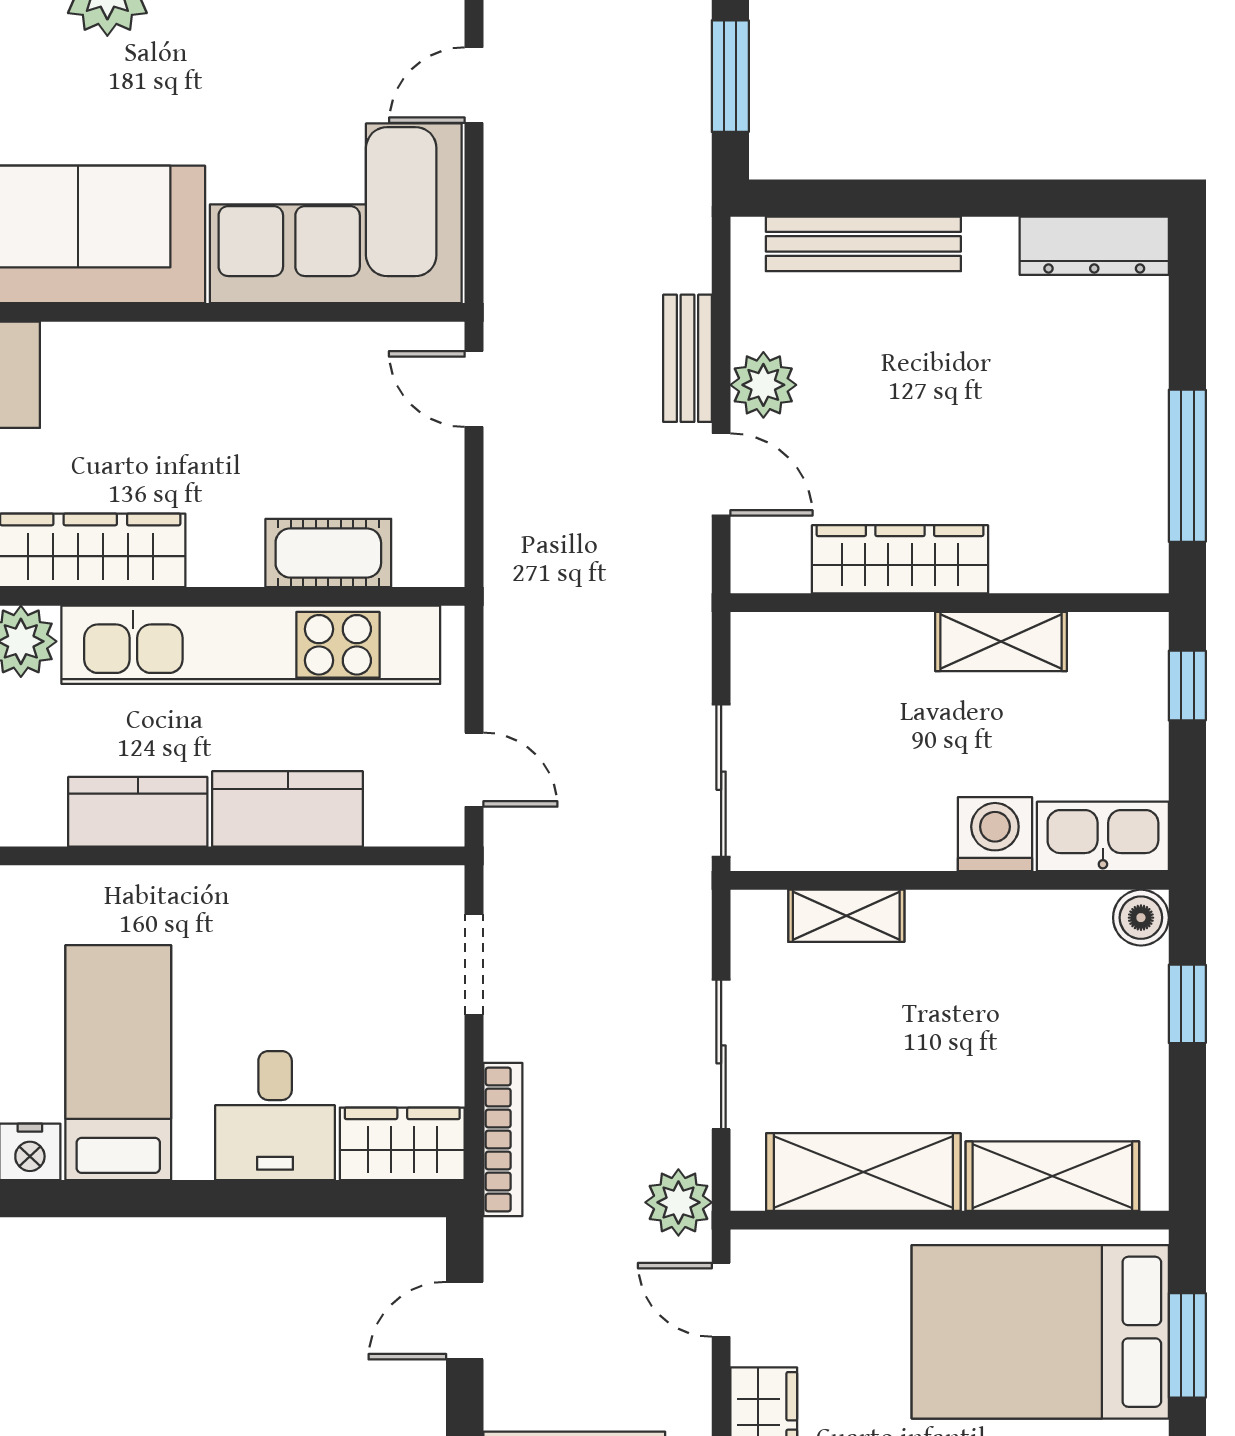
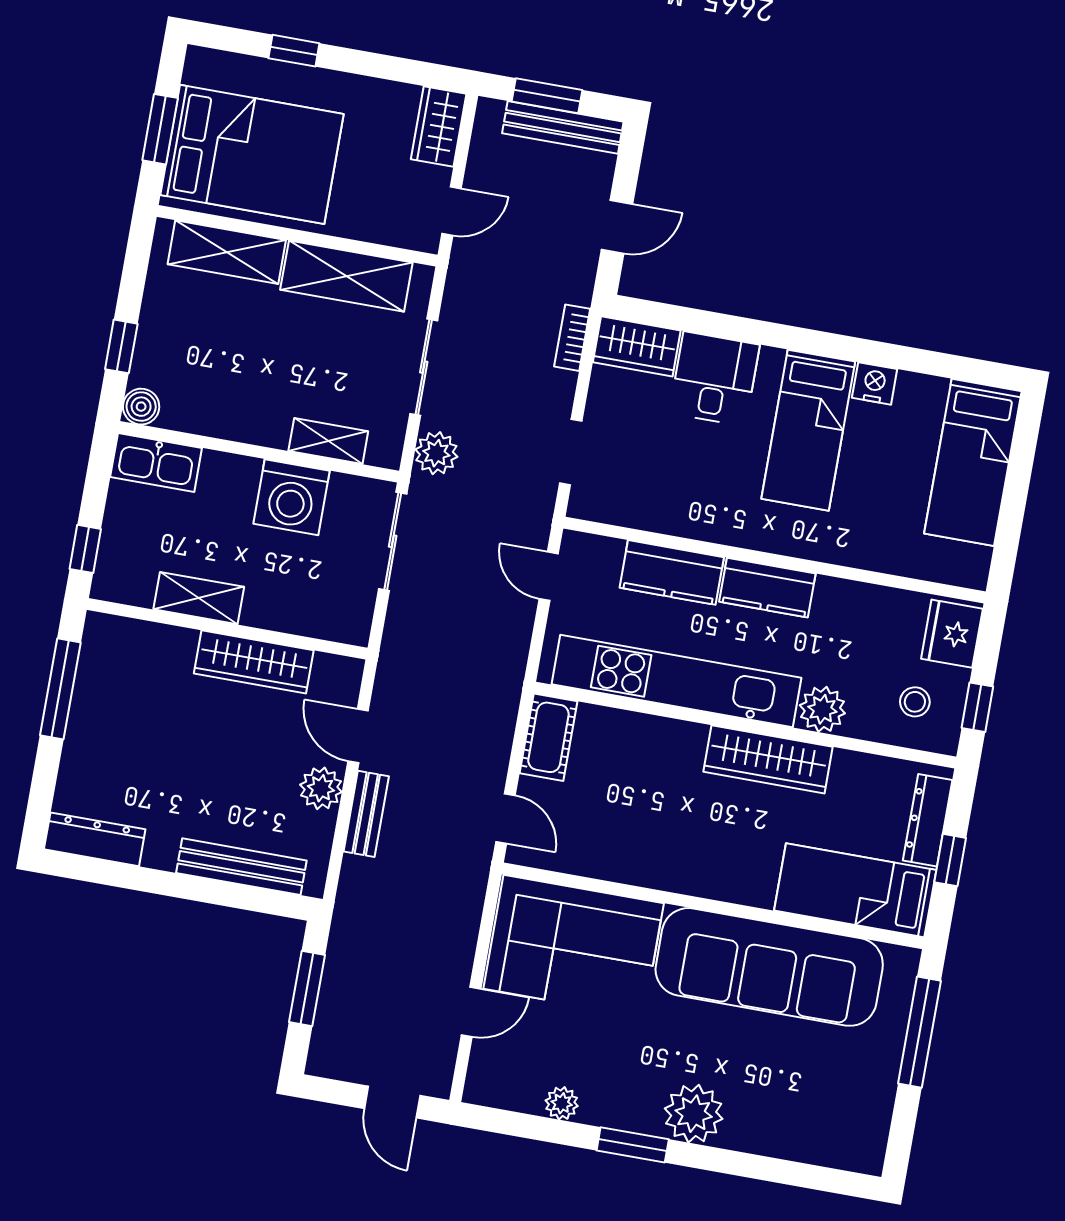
cot: (328, 553) -> (548, 737), moved, turned 90
washing machine: (995, 834) -> (292, 497), moved, width x1.37, depth x1.37
bookcase: (503, 1140) -> (572, 338), width x0.64
plant: (678, 1202) -> (436, 453), moved
door: (721, 1300) -> (452, 211), hinge flipped

